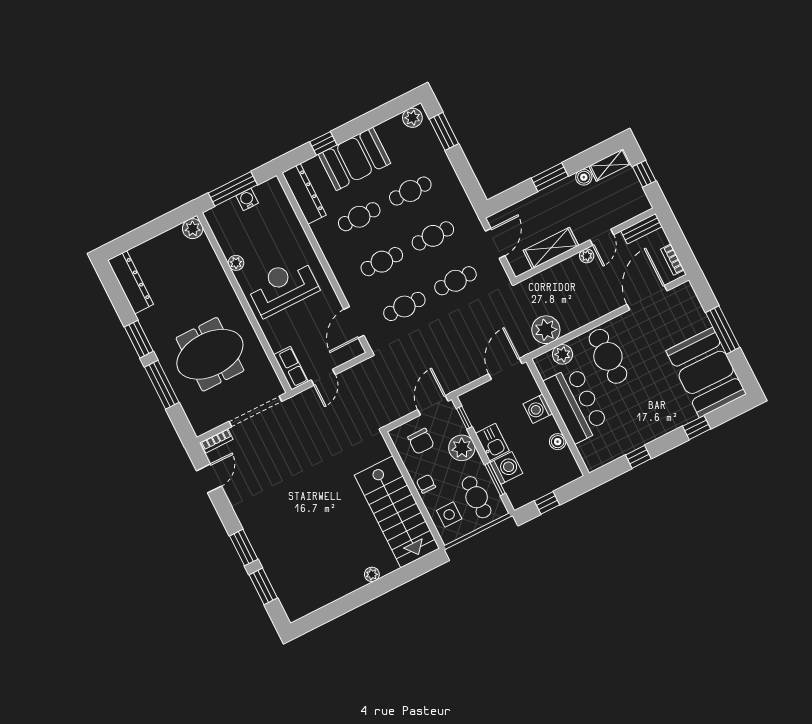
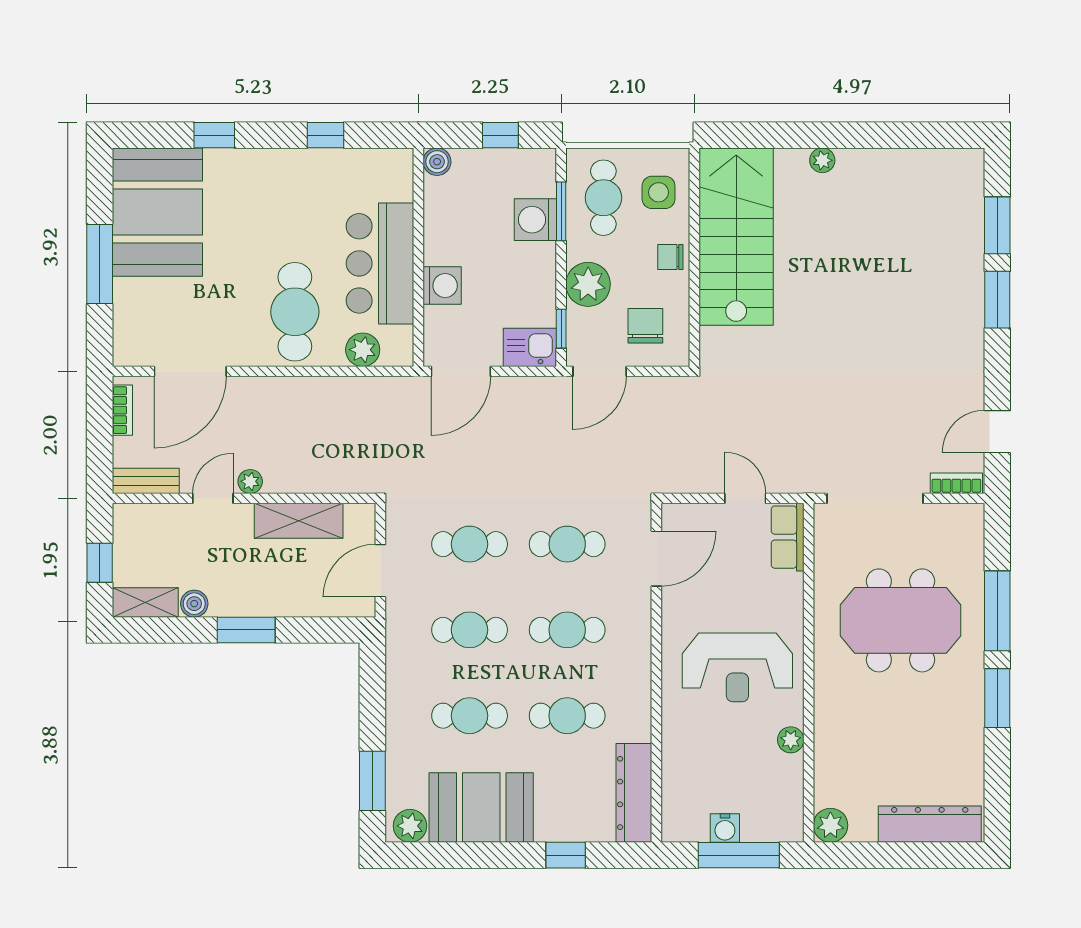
booth: (355, 159) -> (481, 808), moved
dresser: (131, 282) -> (930, 824), moved, turned 90
plant: (546, 330) -> (369, 400), removed
door: (323, 377) -> (745, 498), hinge flipped
kitchen sink: (492, 442) -> (530, 347), moved, turned 90
boiler: (558, 442) -> (437, 162), moved
chair: (426, 484) -> (670, 257), turned 90

